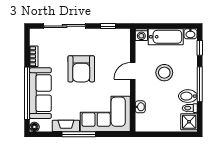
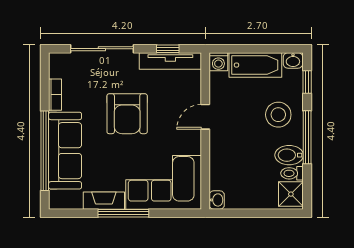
tv unit: (110, 34) -> (170, 61), added
stool: (164, 73) -> (278, 115), moved
washbasin: (140, 107) -> (217, 200), moved
floor lamp: (34, 127) -> (56, 202), removed

